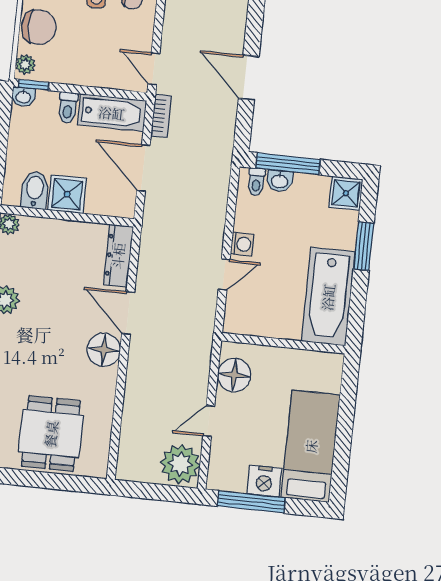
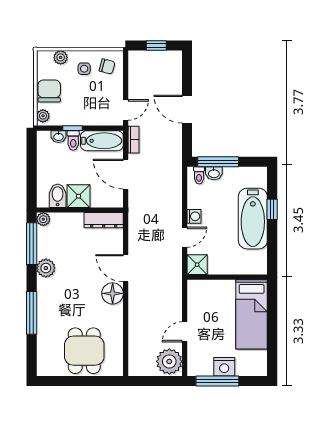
chair: (39, 27) -> (49, 91), turned -90
door: (154, 69) -> (126, 110), swing flipped
window: (34, 85) -> (73, 128), moved
washbasin: (23, 97) -> (58, 137), moved
shower: (346, 193) -> (197, 265), moved
window: (364, 246) -> (272, 209), width x0.67
dresser: (118, 256) -> (104, 220), moved, turned -90
bathtub: (328, 297) -> (253, 219), moved
floor lamp: (234, 375) -> (198, 301), removed
bed: (311, 446) -> (252, 314), moved, turned 180

